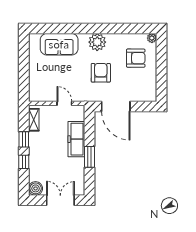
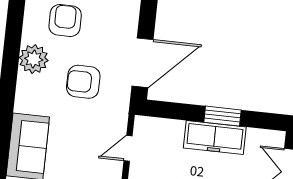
plant: (97, 42) -> (34, 59), moved
freezer: (76, 139) -> (215, 137), moved

